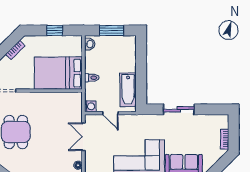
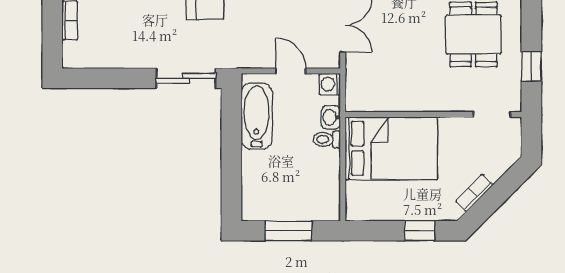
window: (55, 30) -> (420, 231), moved
washbasin: (90, 44) -> (331, 117), moved
sliding door: (179, 109) -> (186, 78), moved

